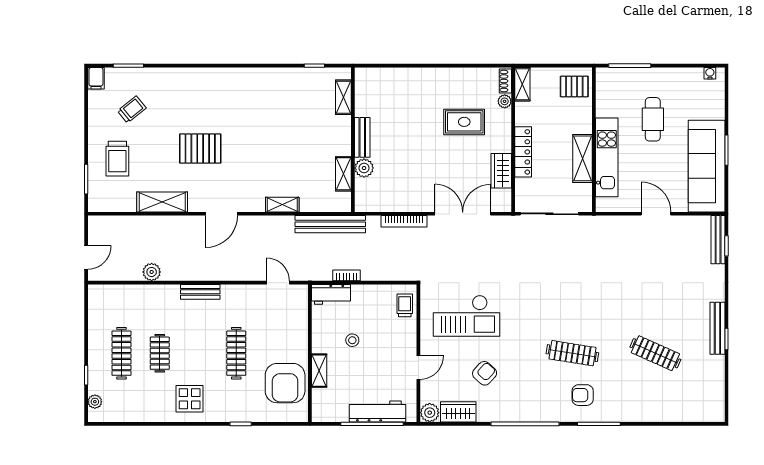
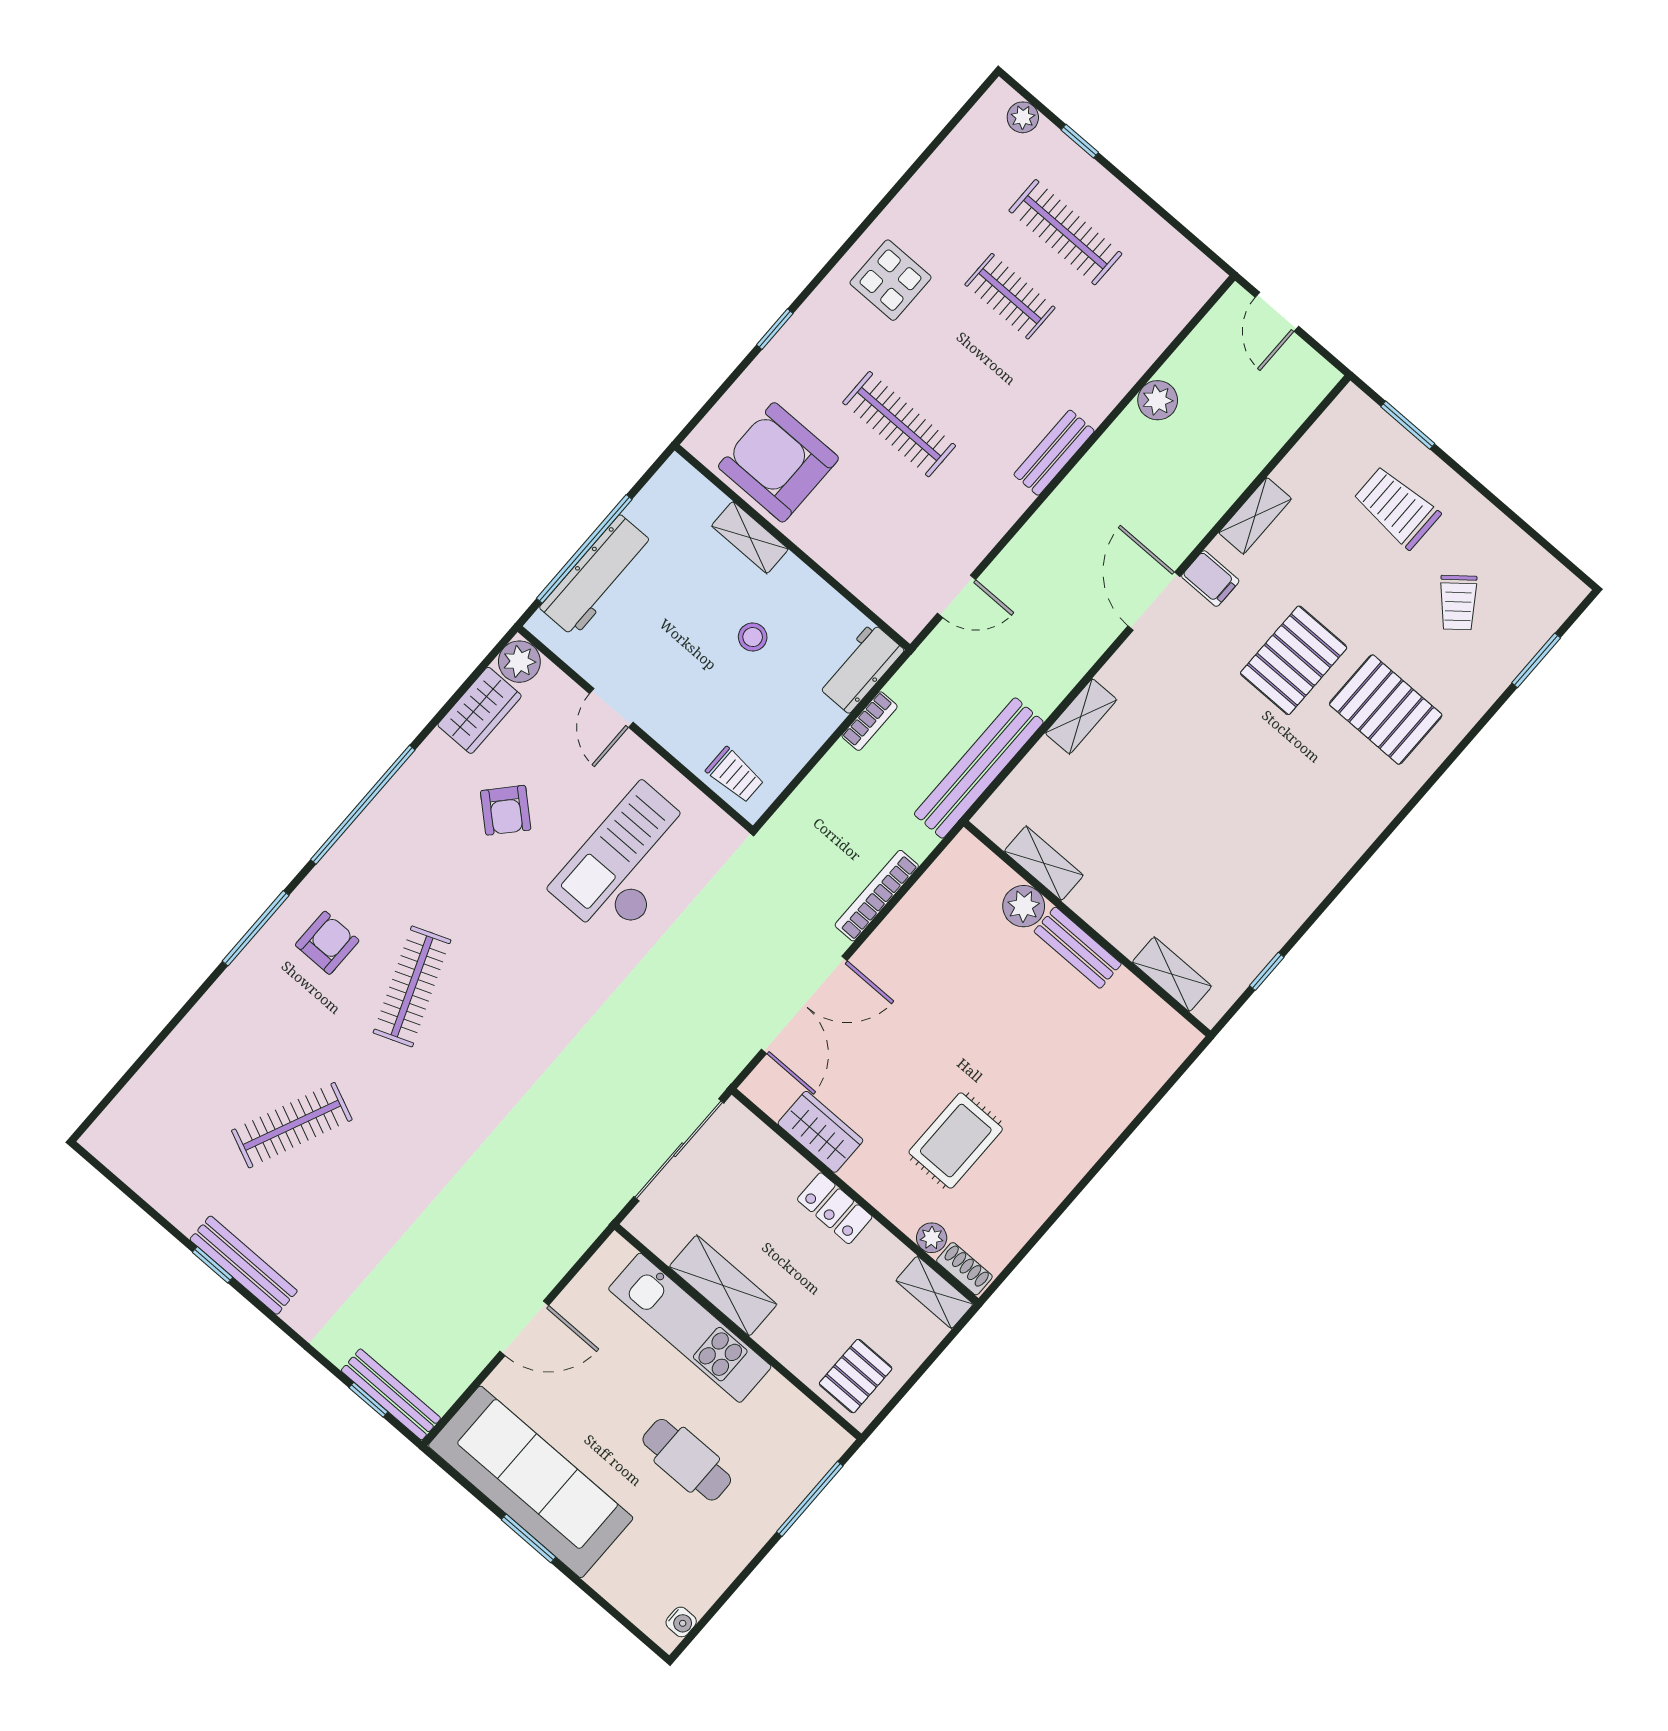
filing cabinet: (96, 78) -> (1210, 579), moved, turned 180
pallet: (190, 103) -> (1386, 710), added
locker: (523, 152) -> (835, 1208), width x0.66
shelving: (162, 202) -> (1255, 516), width x0.67, depth x0.75
clothes rail: (572, 353) -> (412, 986), turned -30

